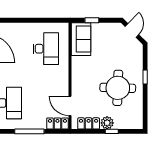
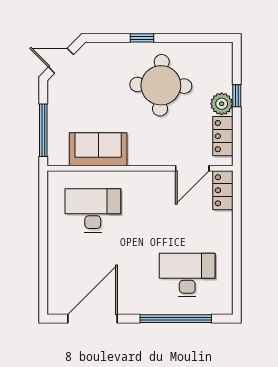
window: (92, 20) -> (43, 130), width x2.17
sofa: (81, 39) -> (98, 149), moved
window: (29, 131) -> (237, 239), removed

